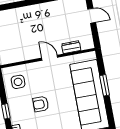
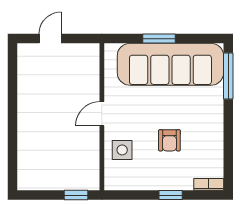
dresser: (71, 47) -> (92, 78), removed
side table: (18, 82) -> (122, 150), moved

